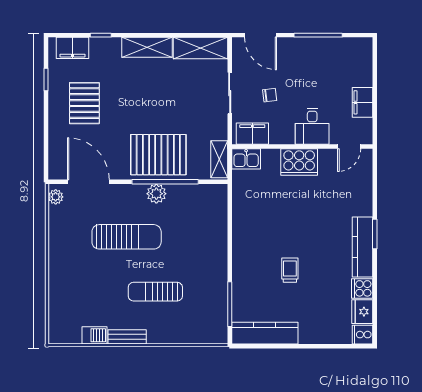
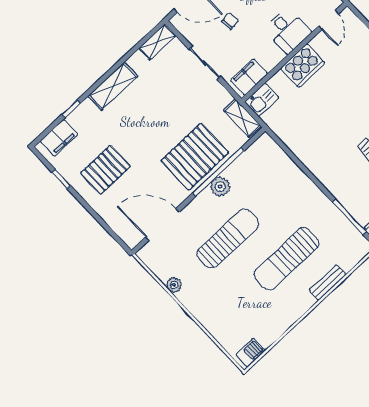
shelving: (201, 48) -> (157, 42), width x0.67, depth x0.75
chair: (270, 95) -> (230, 21), moved
pallet: (84, 103) -> (105, 170), turned 90
plant: (56, 197) -> (174, 285), moved
sun lounger: (155, 292) -> (287, 259), width x1.36, depth x1.34
barbecue: (94, 335) -> (250, 353), moved
bench: (127, 337) -> (328, 282), moved

